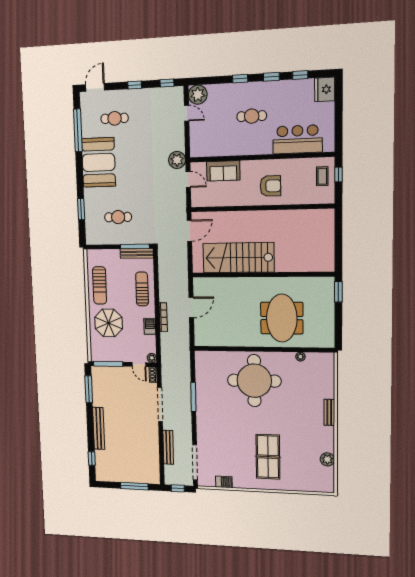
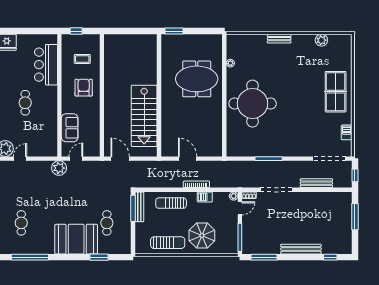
booth: (99, 162) -> (76, 239), moved
coffee table: (322, 176) -> (82, 59), moved
table tennis table: (268, 457) -> (336, 92), moved, turned 90

